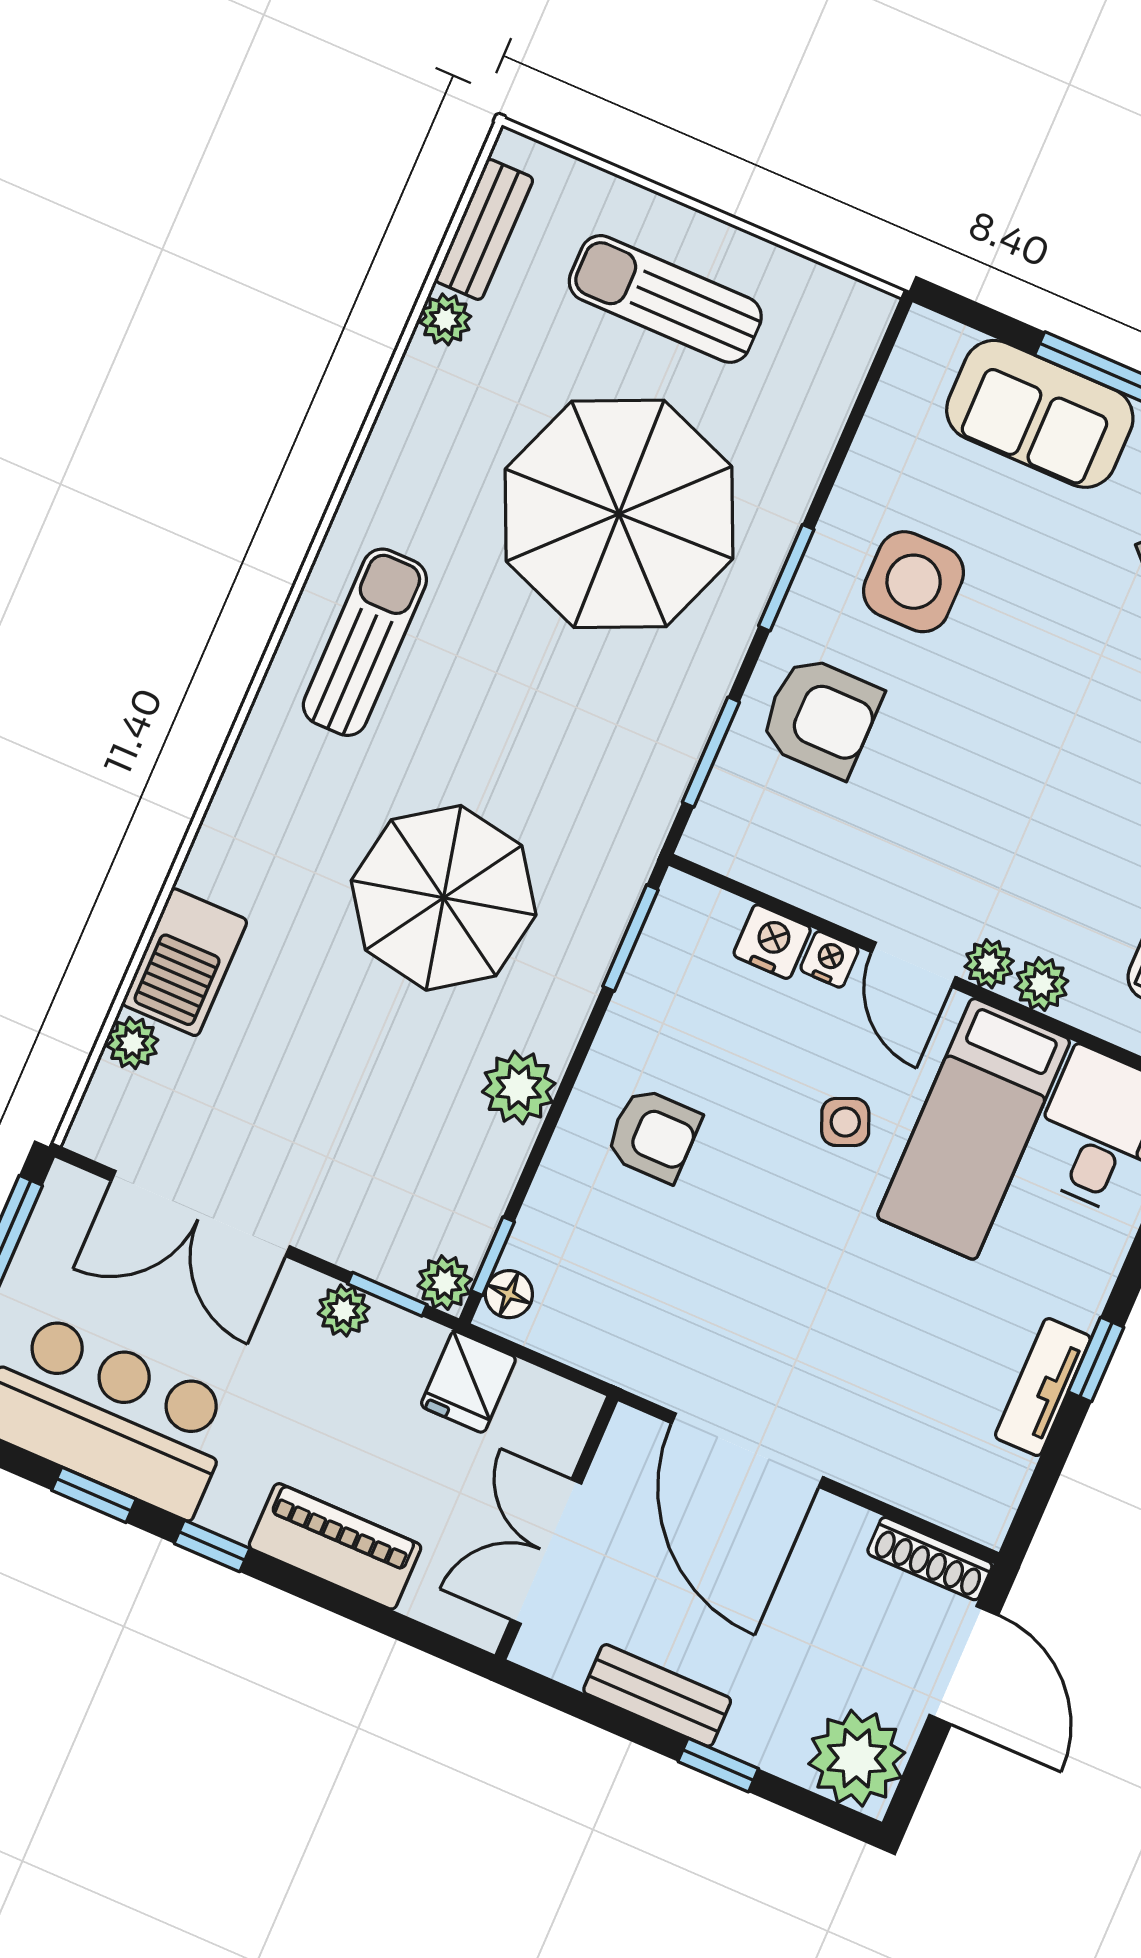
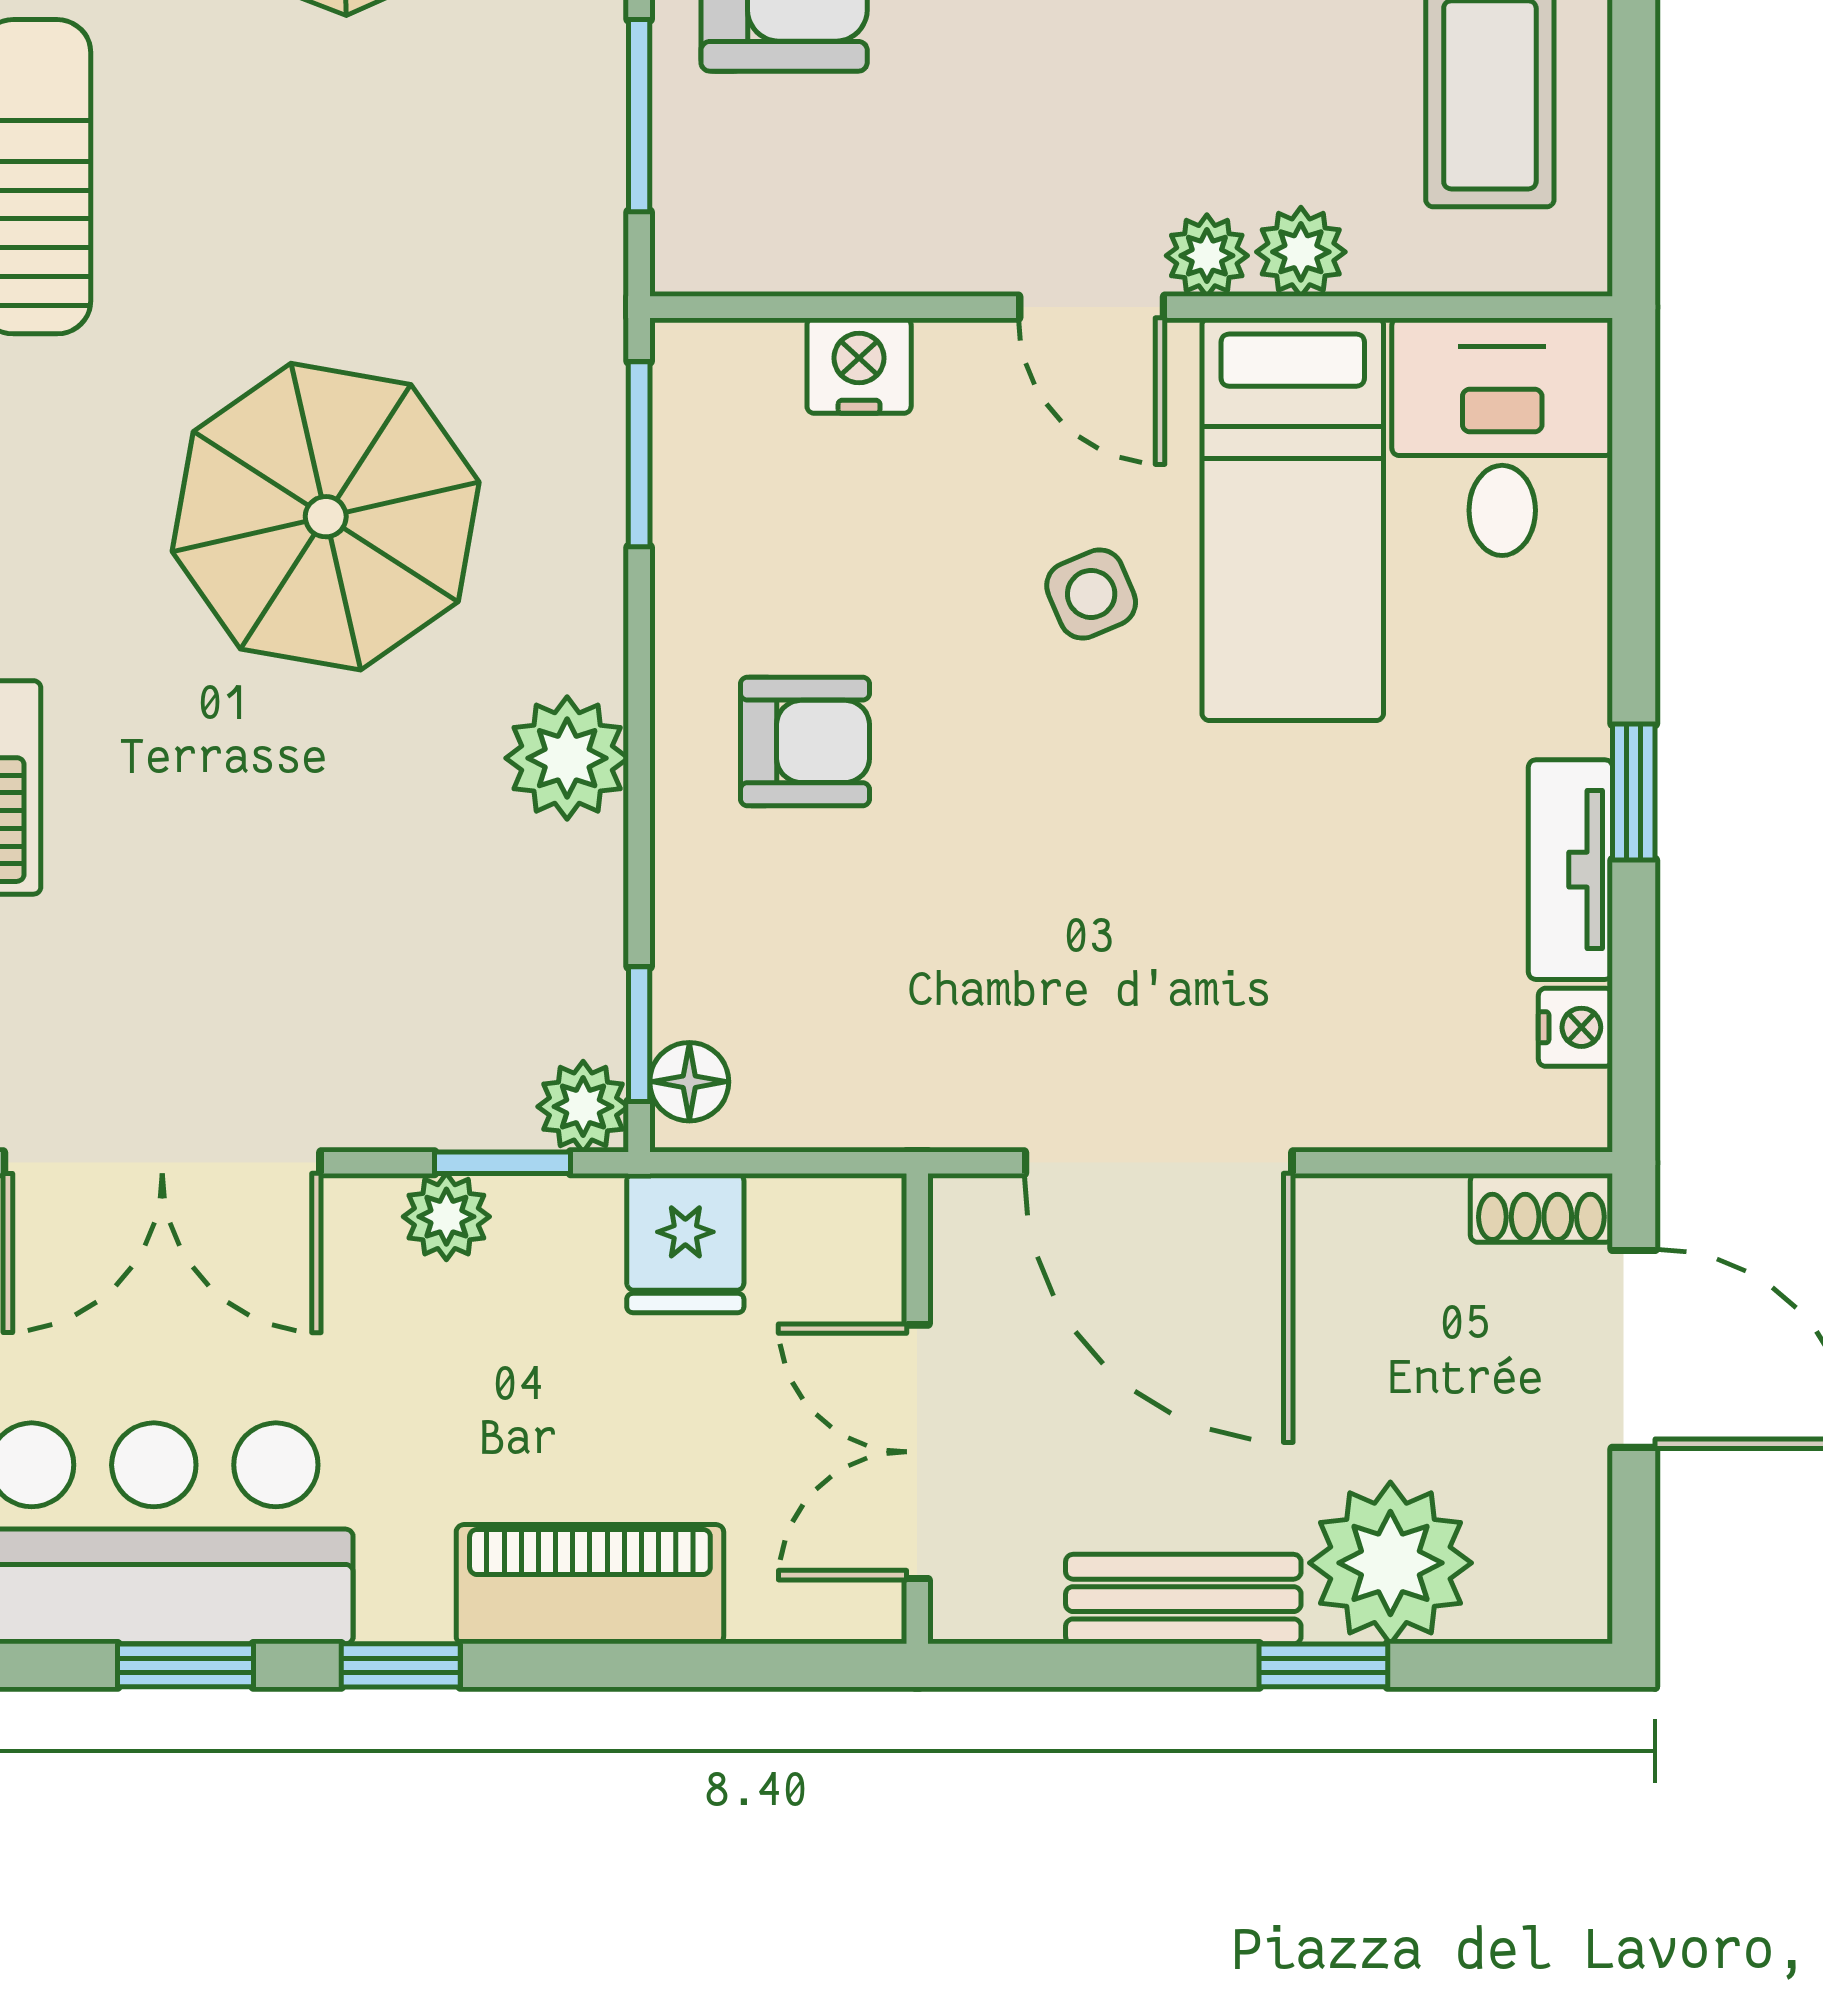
nightstand: (829, 959) -> (1575, 1027), moved, turned 90
shoe rack: (930, 1559) -> (1541, 1208), width x0.70
plant: (857, 1758) -> (1390, 1563), moved

